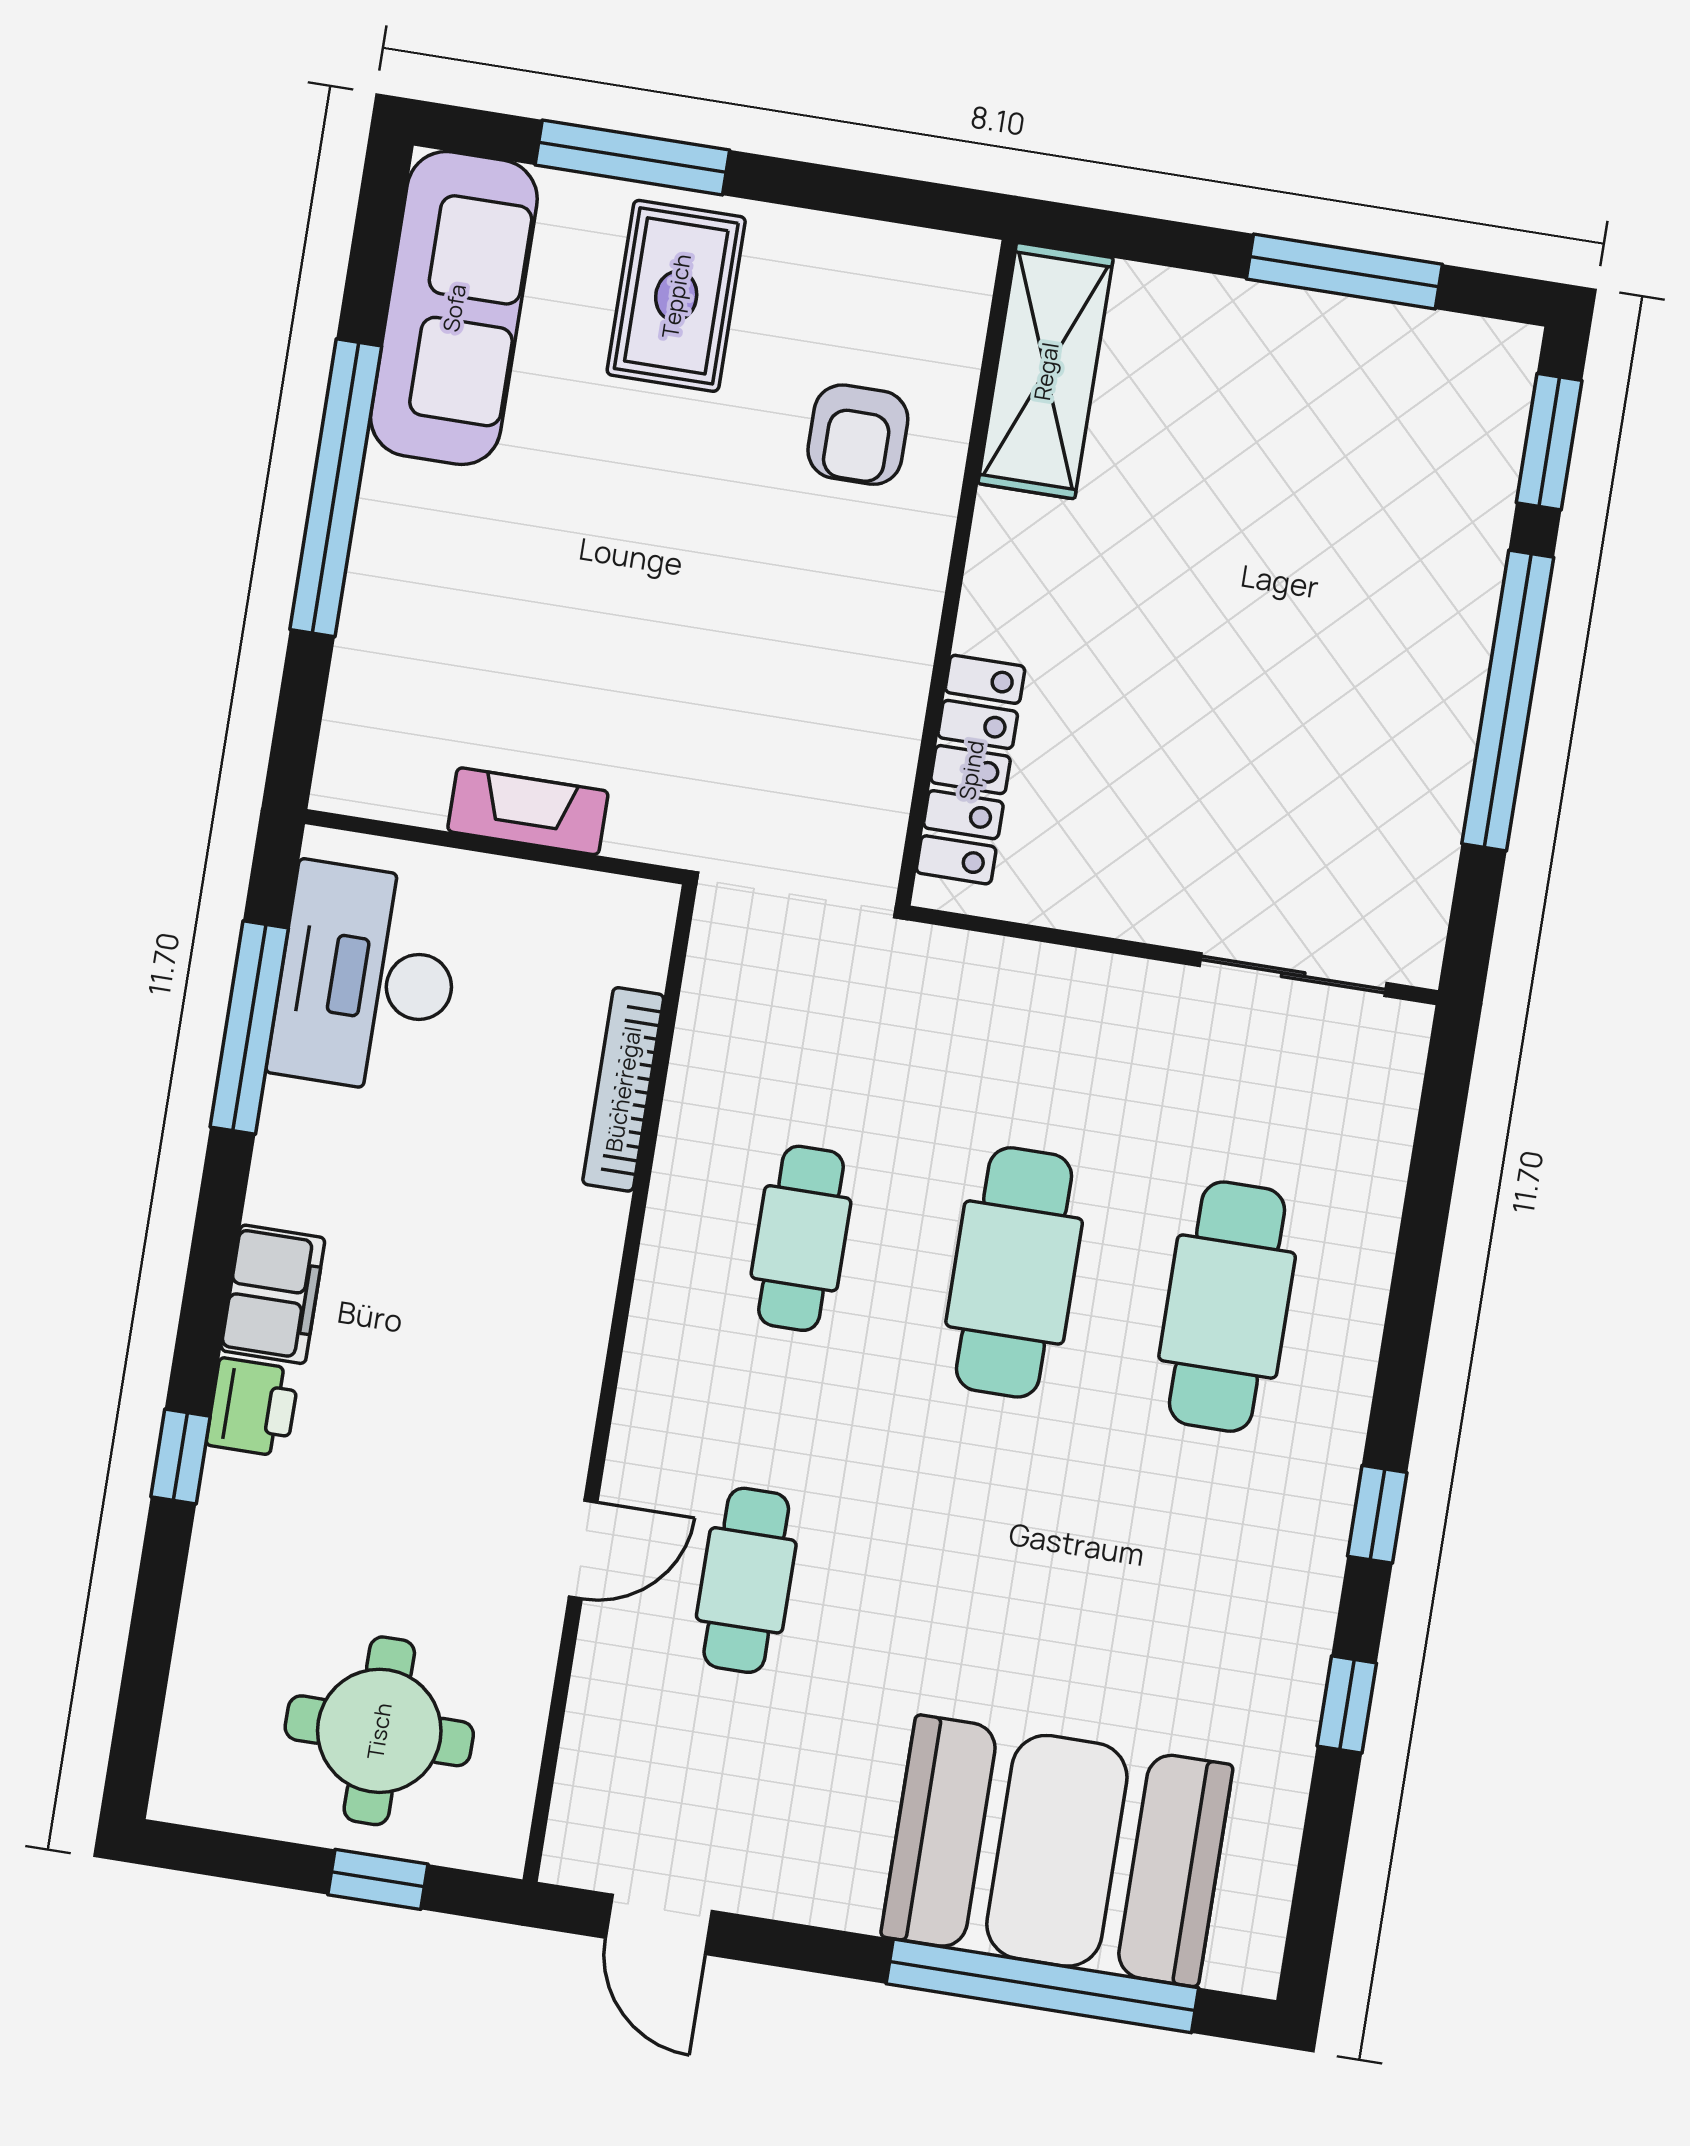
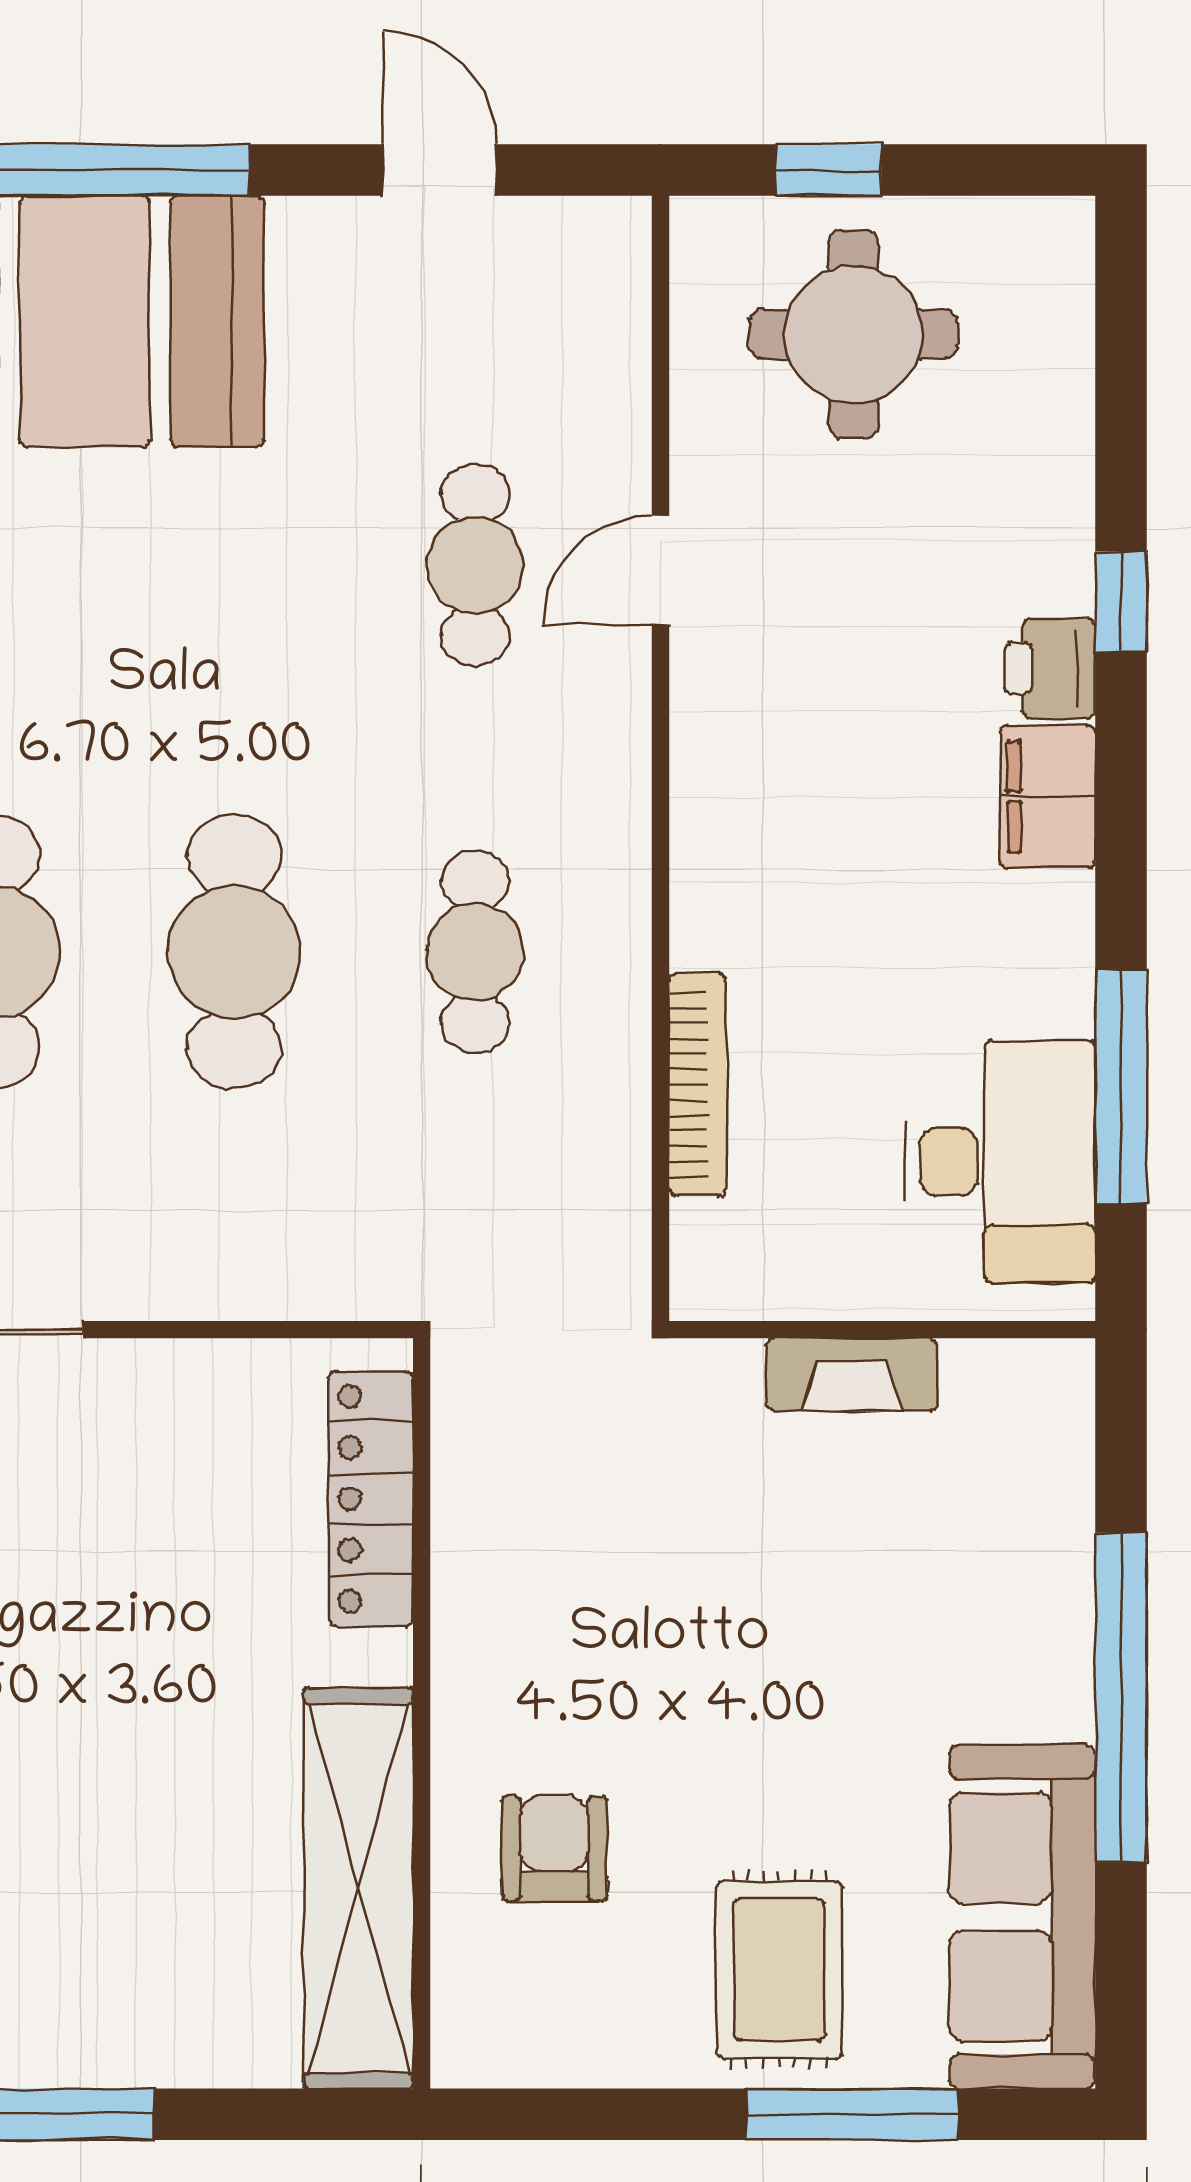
shelving: (1046, 371) -> (359, 1888), width x1.47
door: (659, 1924) -> (440, 170), moved

